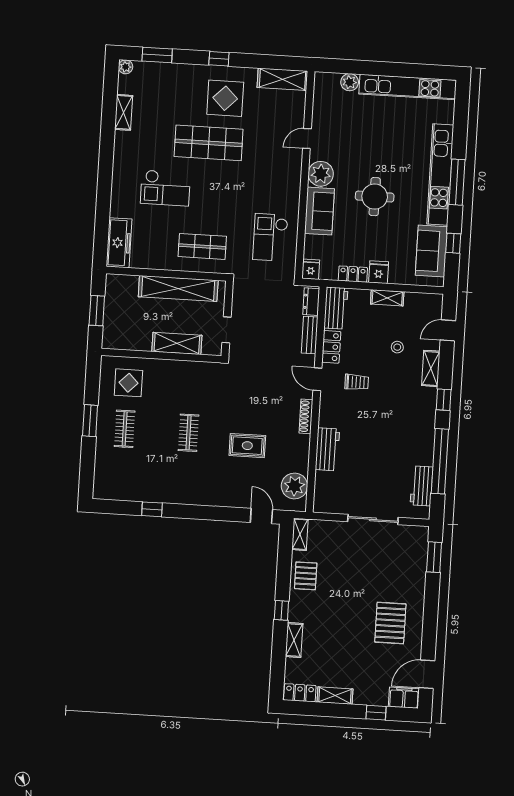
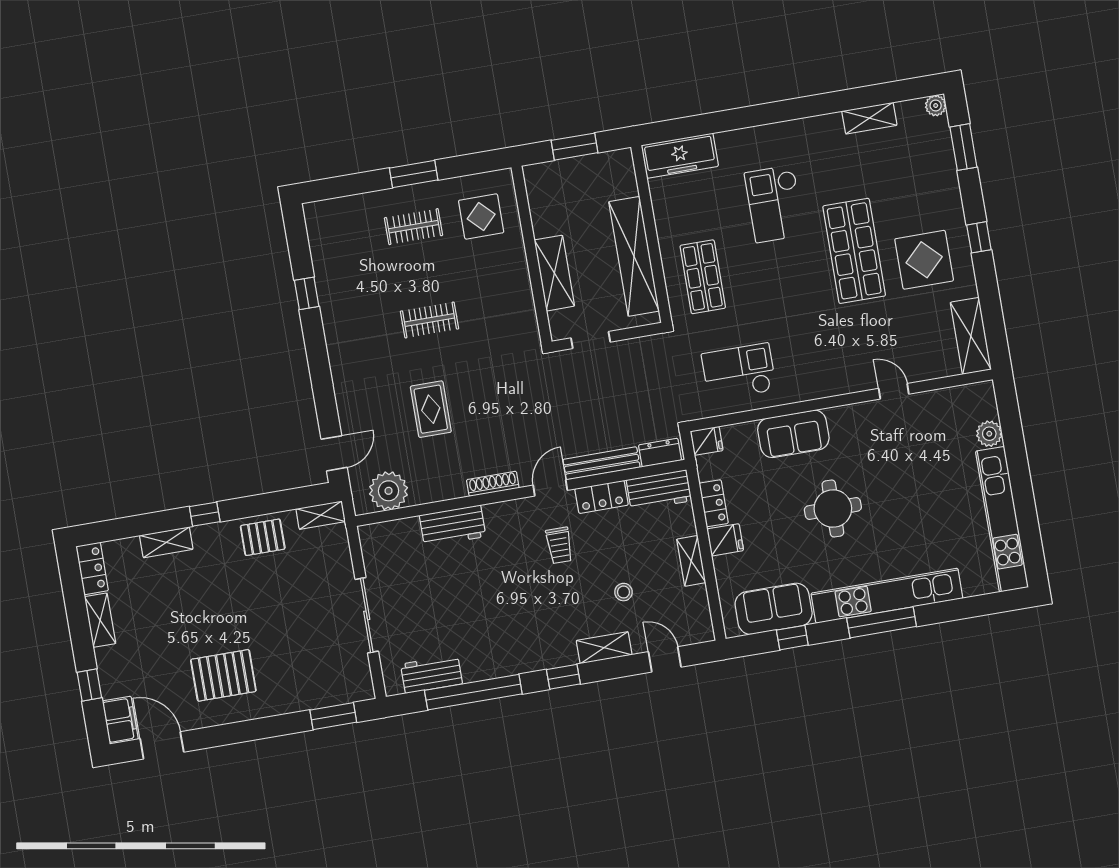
plant: (321, 174) -> (847, 423), removed
bench: (310, 335) -> (602, 463), width x1.36

